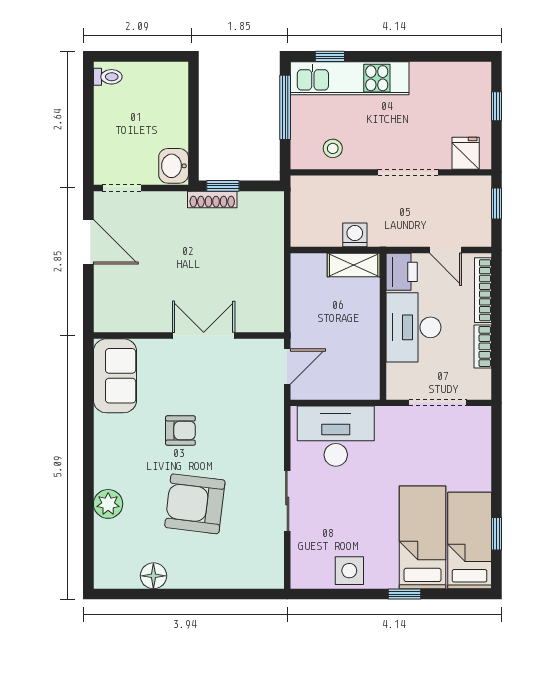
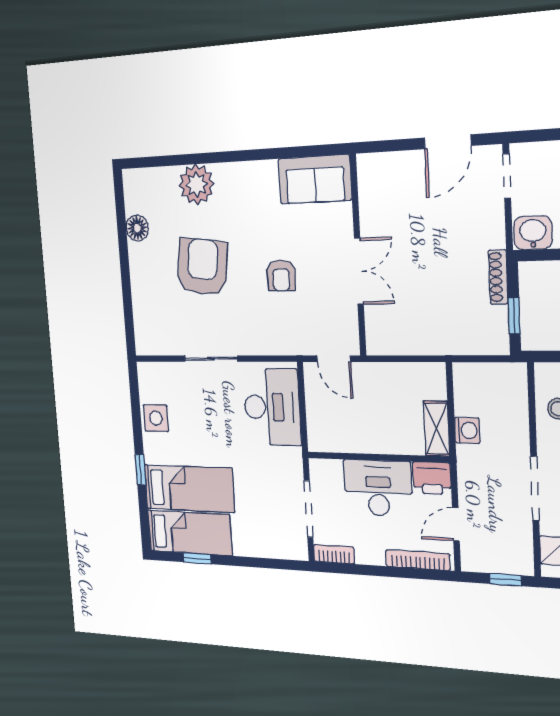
window: (223, 186) -> (514, 316), moved
bookcase: (483, 346) -> (334, 554), moved
armchair: (180, 431) -> (281, 276), moved
plant: (108, 504) -> (197, 184), width x1.36, depth x1.36

